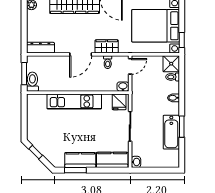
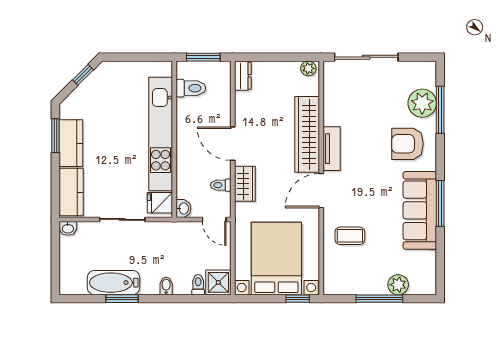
window: (182, 40) -> (298, 299), moved
dresser: (40, 48) -> (243, 76), width x0.70
toilet: (32, 82) -> (191, 88), moved
kitchen unit: (74, 101) -> (161, 134), width x1.36

